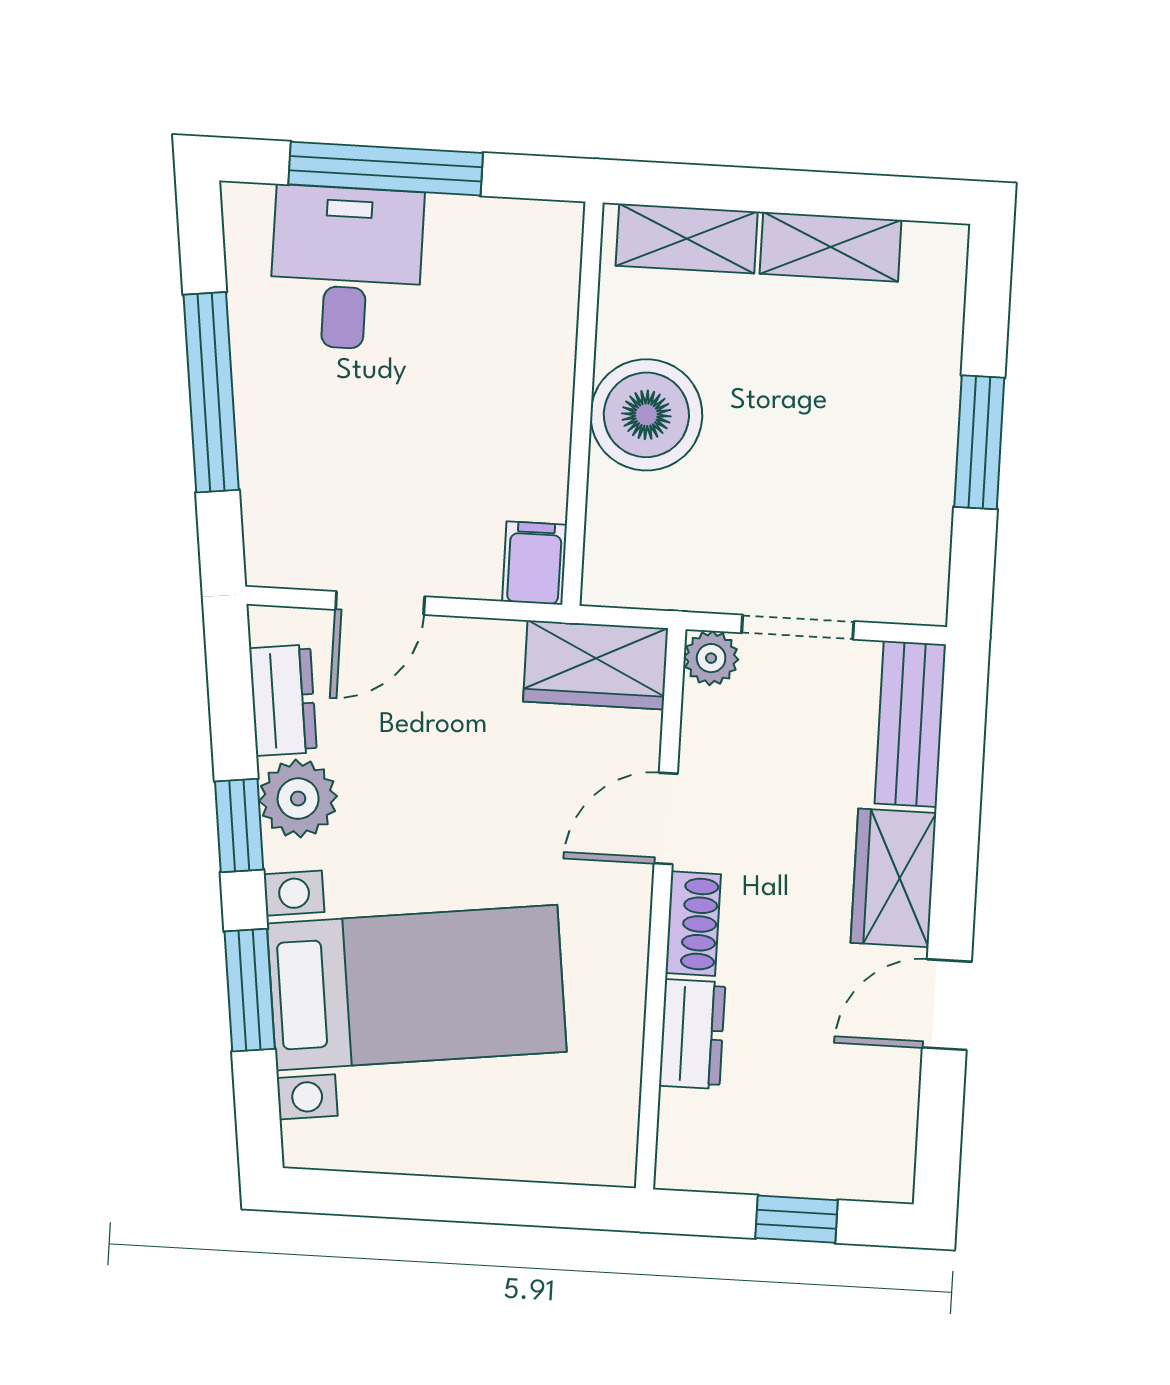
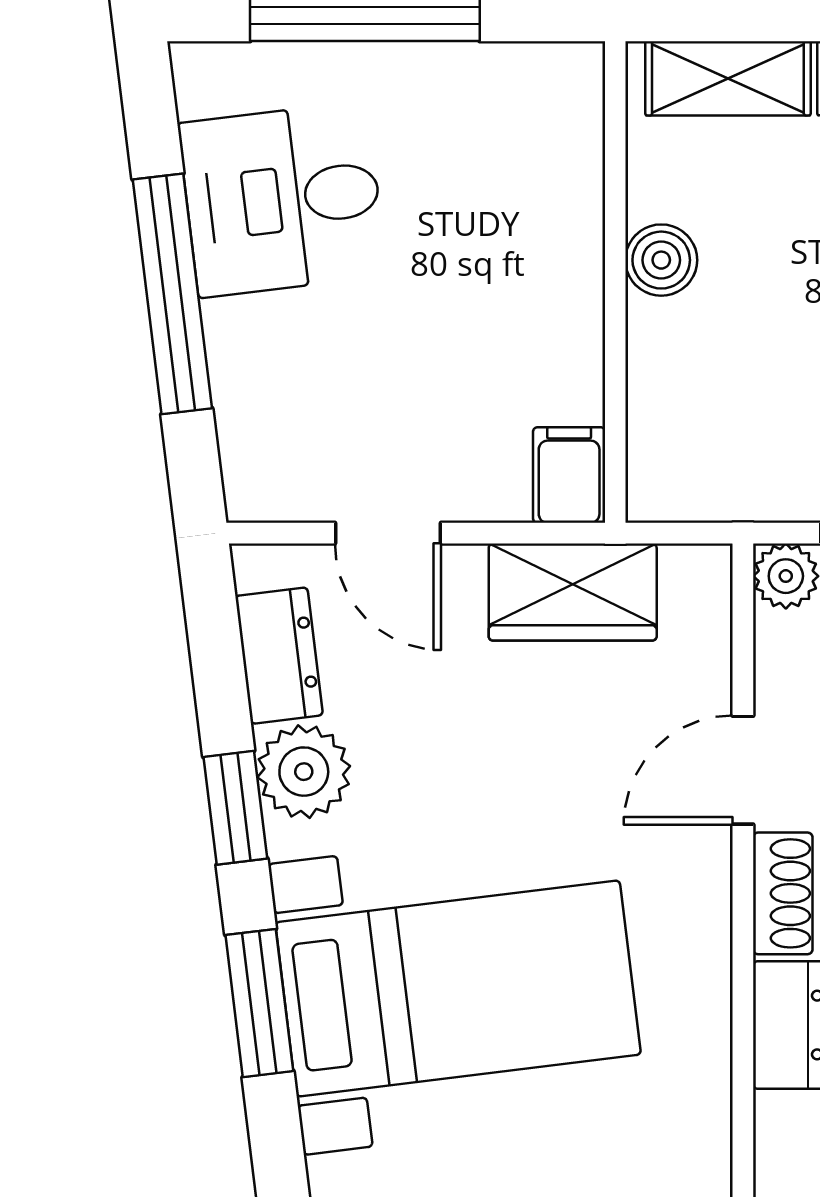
desk: (346, 268) -> (283, 199), moved, turned -97
boiler: (646, 415) -> (661, 260), width x0.54, depth x0.54
door: (380, 603) -> (388, 533), hinge flipped
wardrobe: (596, 665) -> (573, 592), moved

